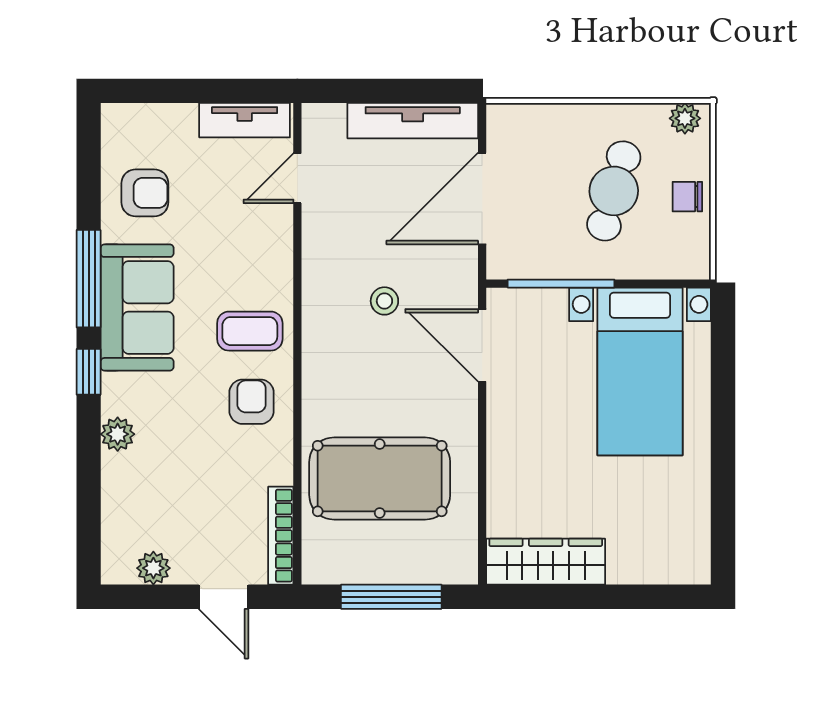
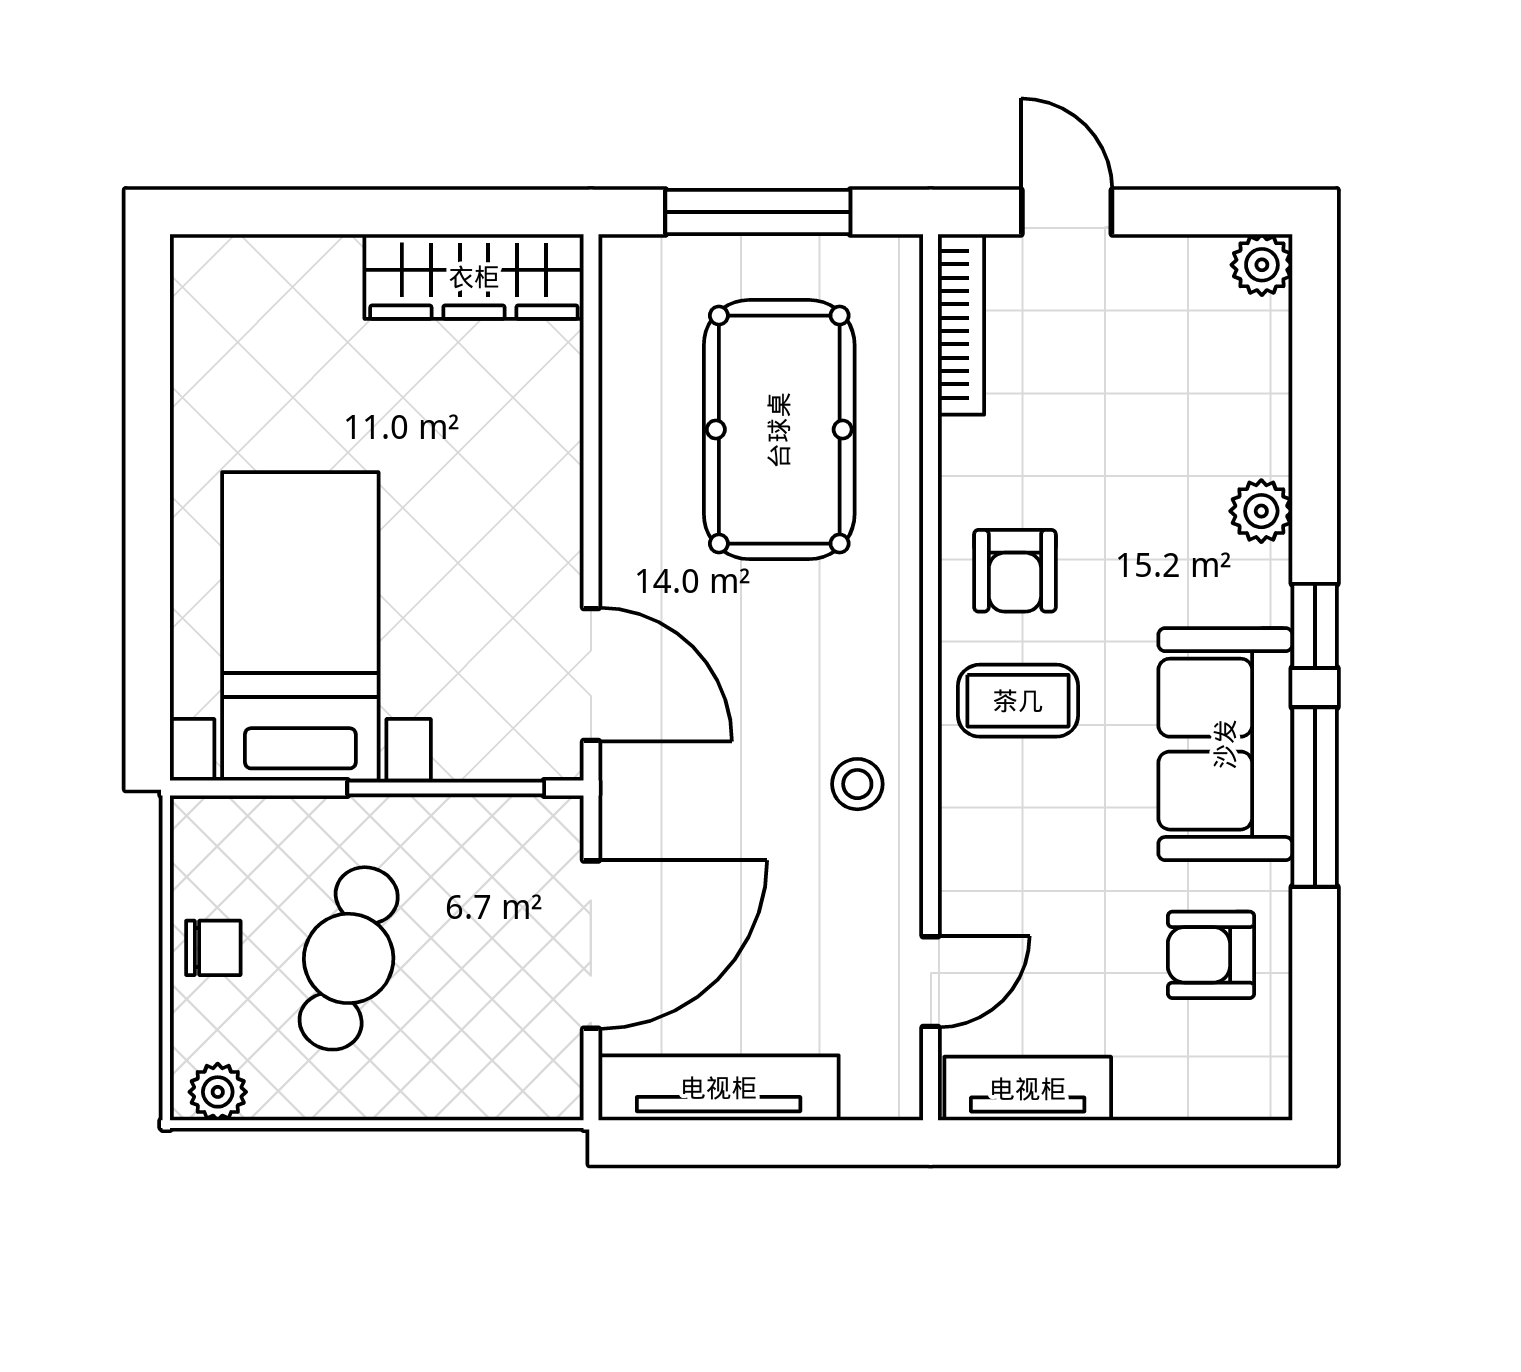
stool: (384, 301) -> (857, 784), moved
pool table: (380, 479) -> (779, 430), turned 90
plant: (153, 568) -> (1262, 265), moved

